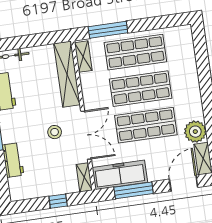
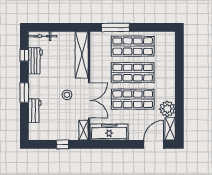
shelving: (83, 57) -> (95, 44), removed
window: (134, 190) -> (117, 144), removed

